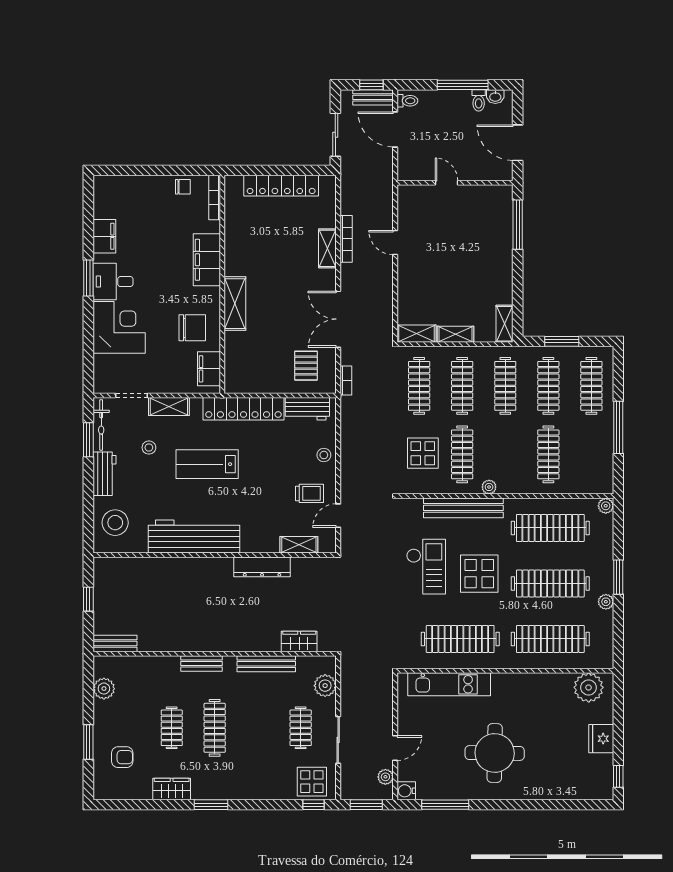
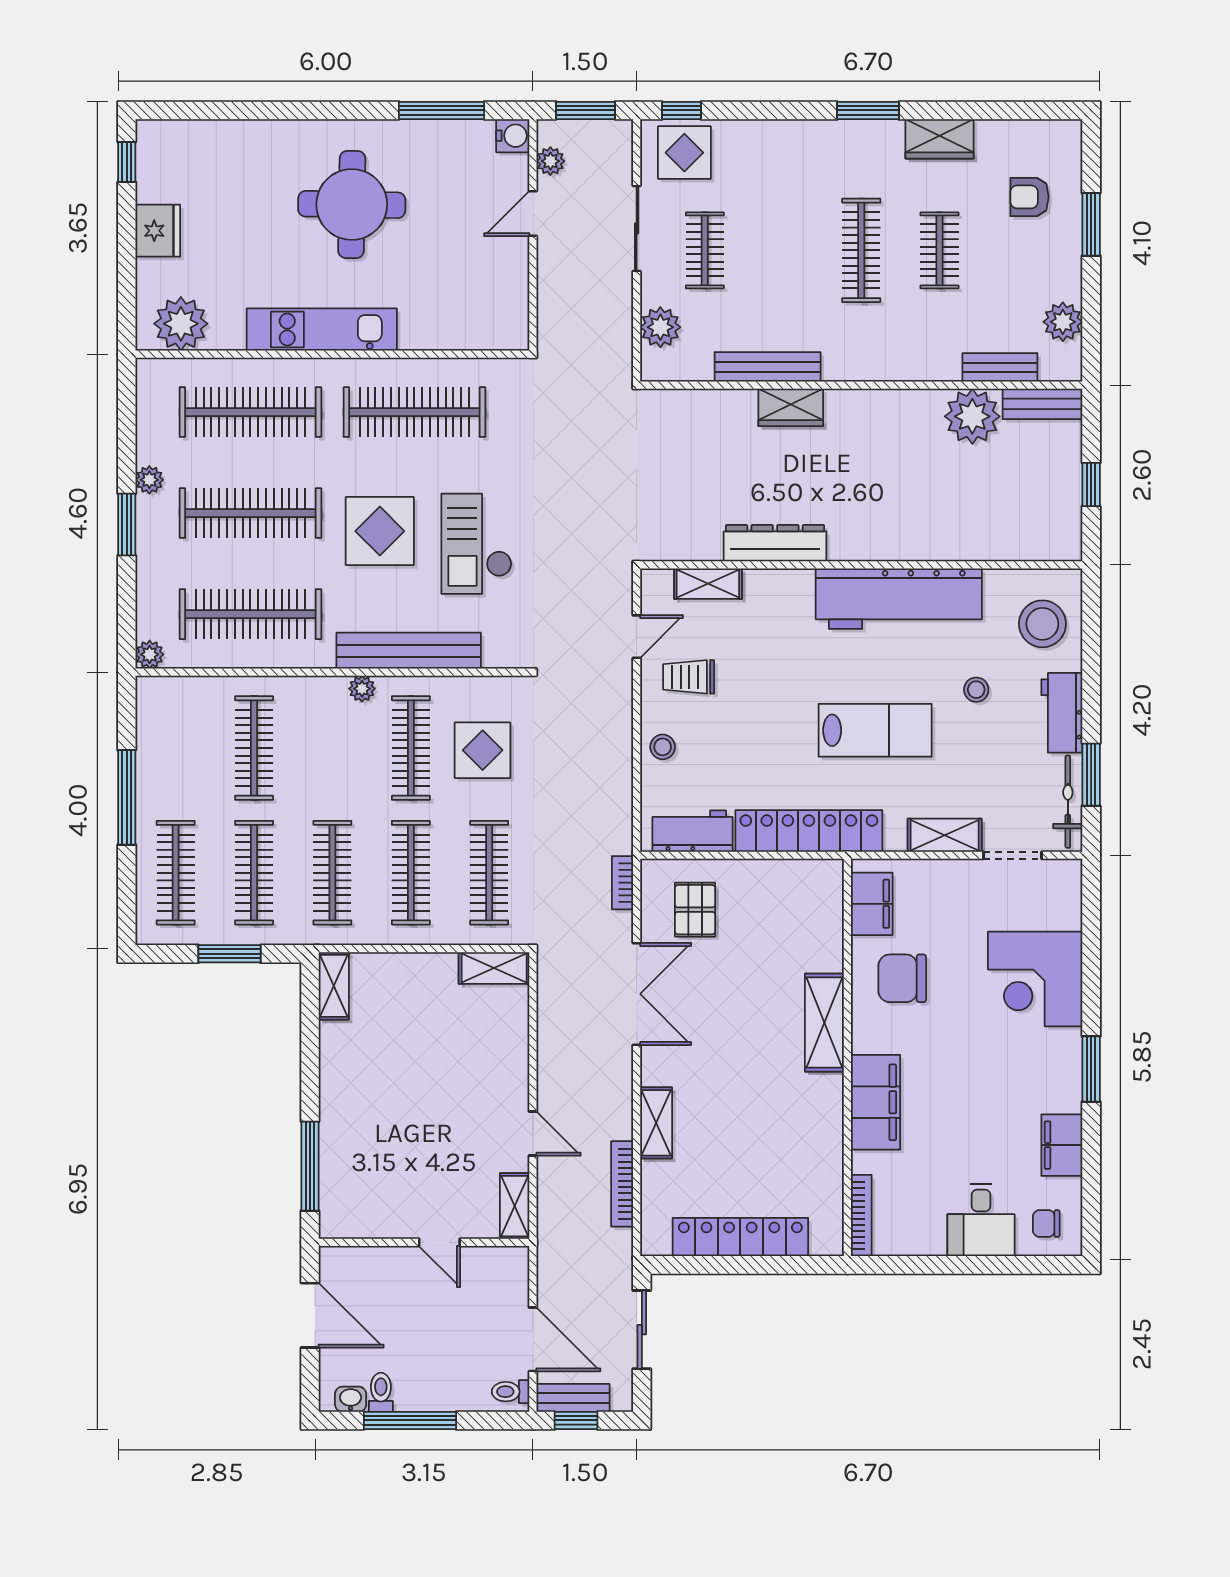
chair: (183, 187) -> (1046, 1224), moved
bookcase: (346, 239) -> (622, 1184), moved
desk: (113, 282) -> (981, 1220), moved, turned 90
shelving: (455, 334) -> (515, 1206), moved, turned 90
stool: (149, 448) -> (976, 690), moved
plant: (154, 637) -> (972, 416), added
wardrobe: (299, 641) -> (791, 407), moved
bench: (201, 663) -> (1000, 367), moved
kitchen unit: (449, 684) -> (322, 329), moved

